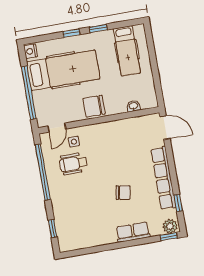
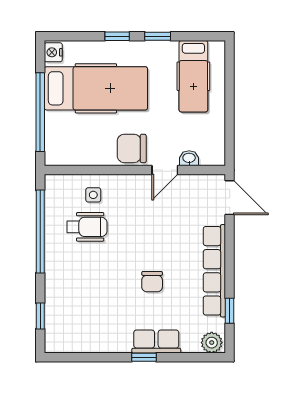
door: (57, 128) -> (165, 170), moved
wheelchair: (73, 164) -> (87, 227), turned 180
chair: (123, 193) -> (152, 282), turned 80
window: (169, 237) -> (144, 357), moved

